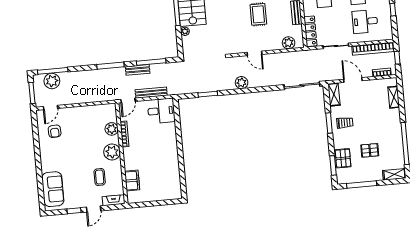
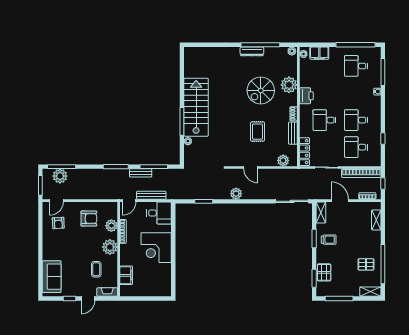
armchair: (87, 124) -> (89, 218), added
corner desk: (161, 148) -> (156, 248), added
pallet: (370, 150) -> (366, 264), moved

